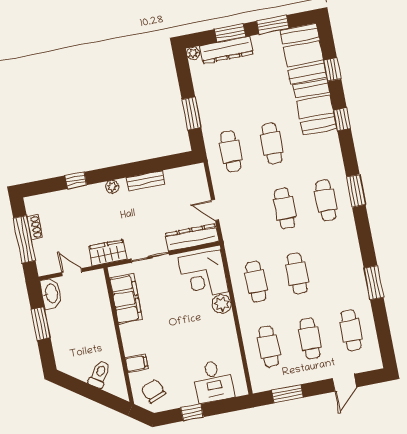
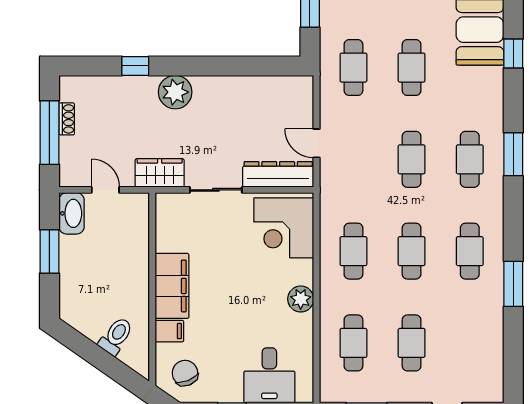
bench: (145, 181) -> (230, 85), removed
plant: (112, 187) -> (175, 92), width x1.87, depth x1.87
filing cabinet: (126, 299) -> (172, 286), moved
plant: (222, 304) -> (301, 299), moved
cafe table: (351, 330) -> (470, 251), moved

